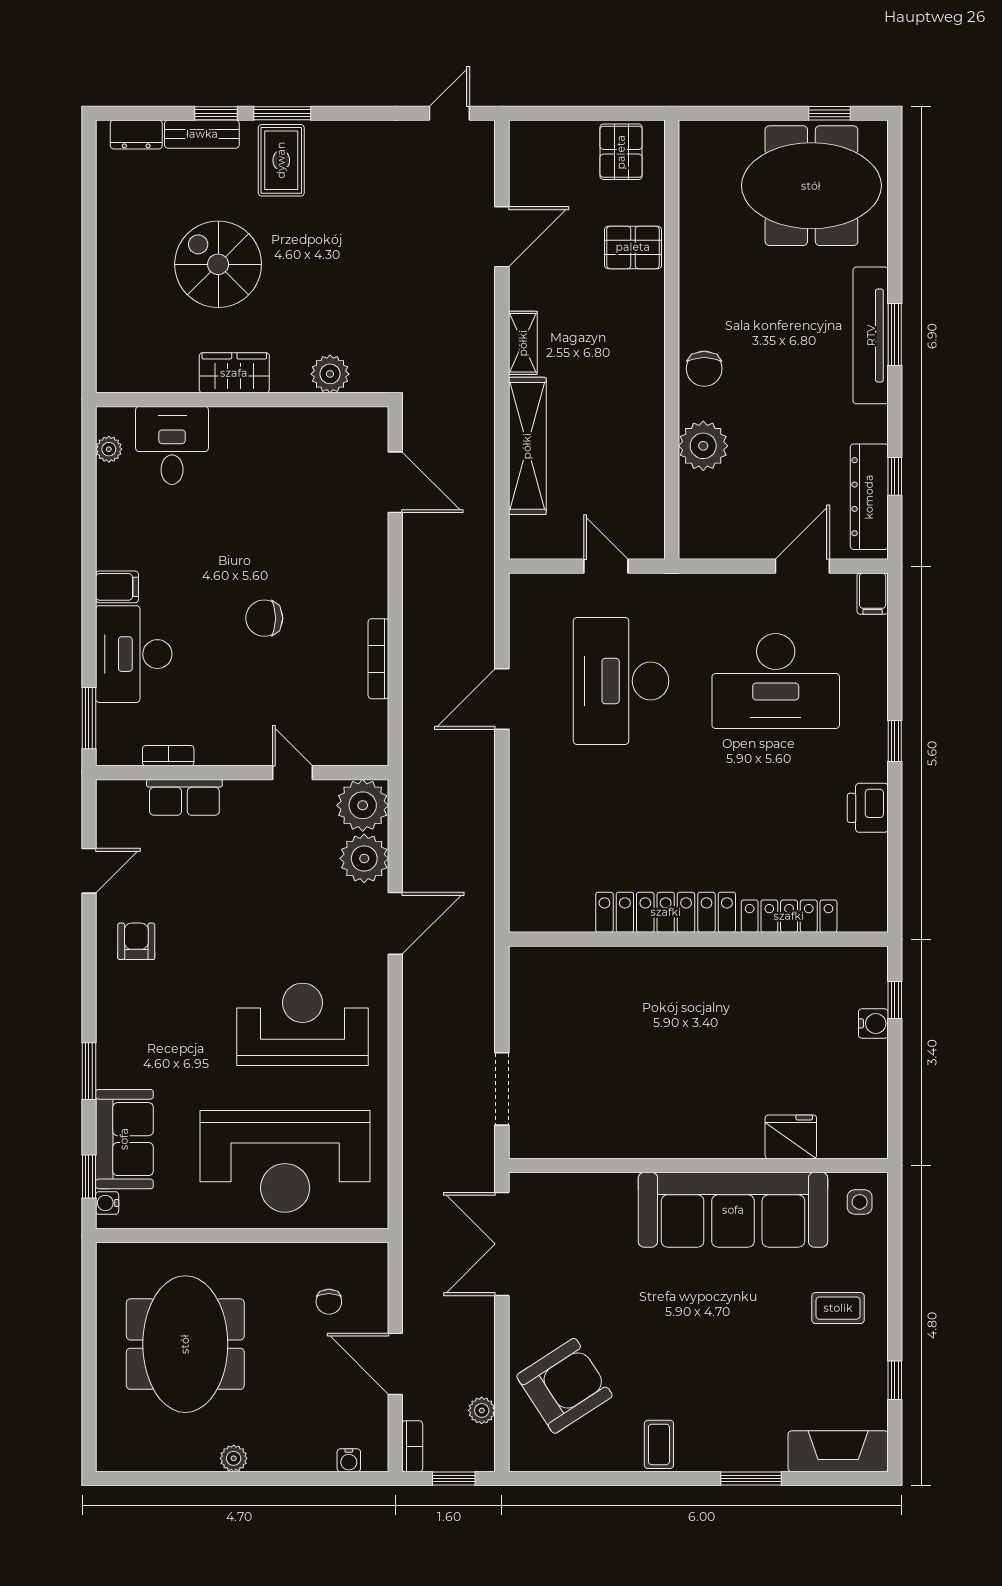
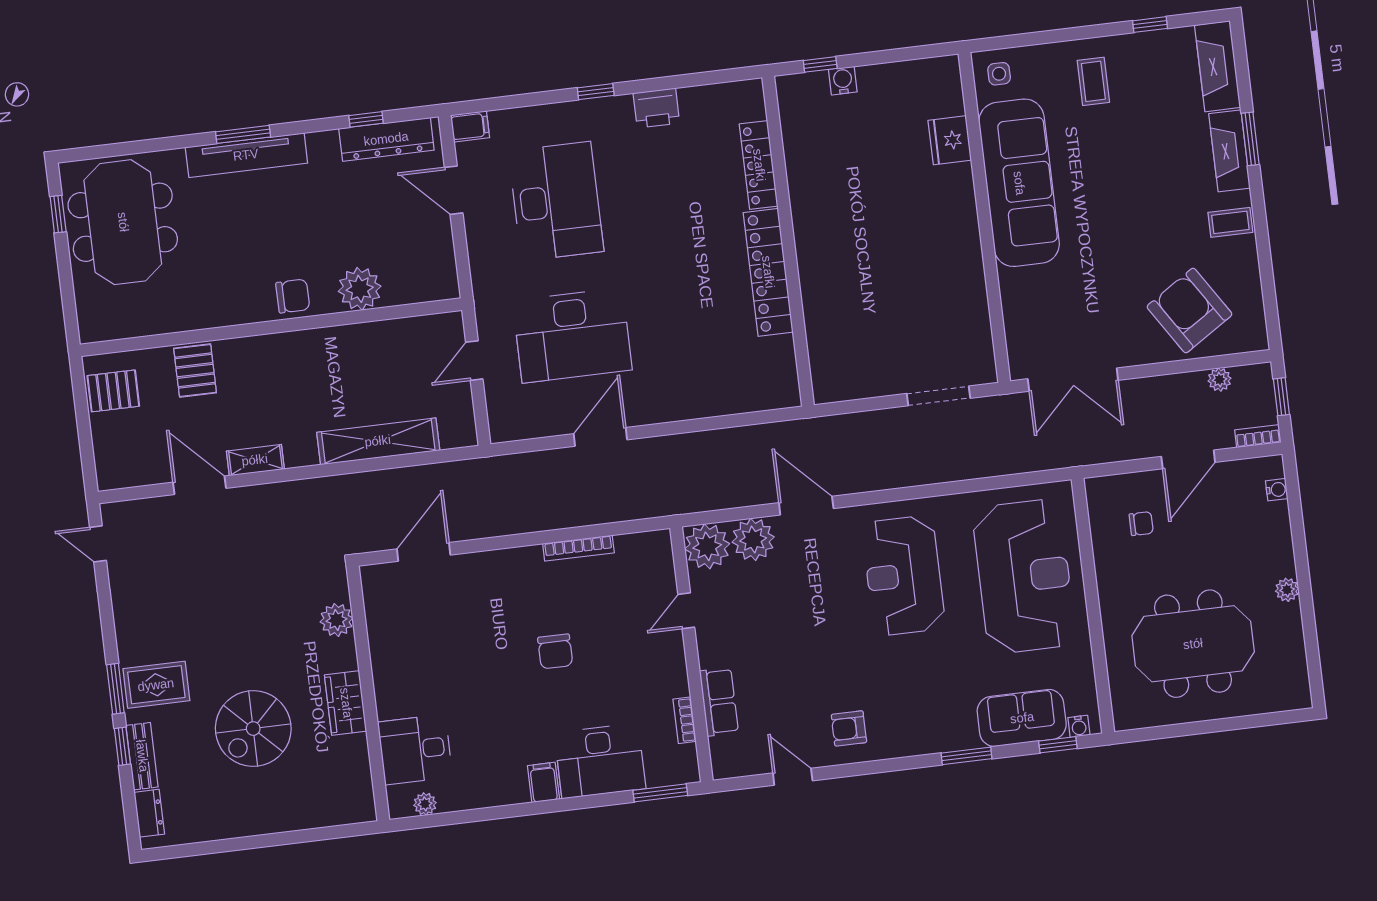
shelving: (523, 343) -> (255, 460), moved
door: (502, 699) -> (600, 437), swing flipped
fireplace: (740, 1453) -> (1230, 151), added

